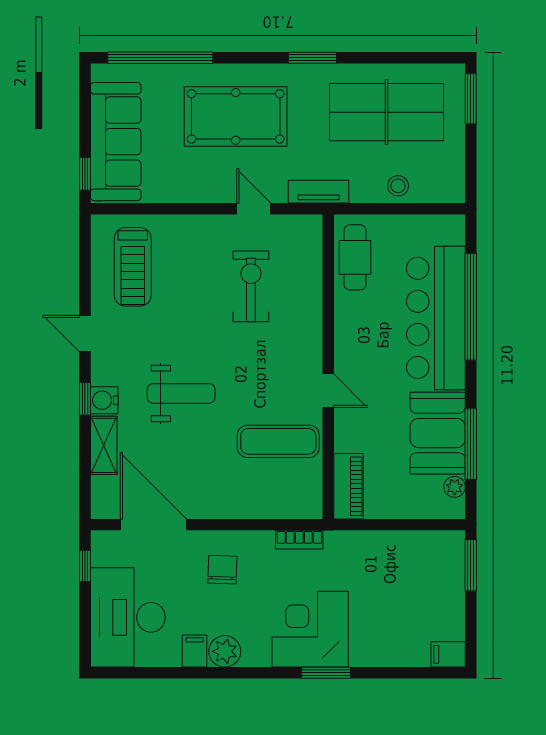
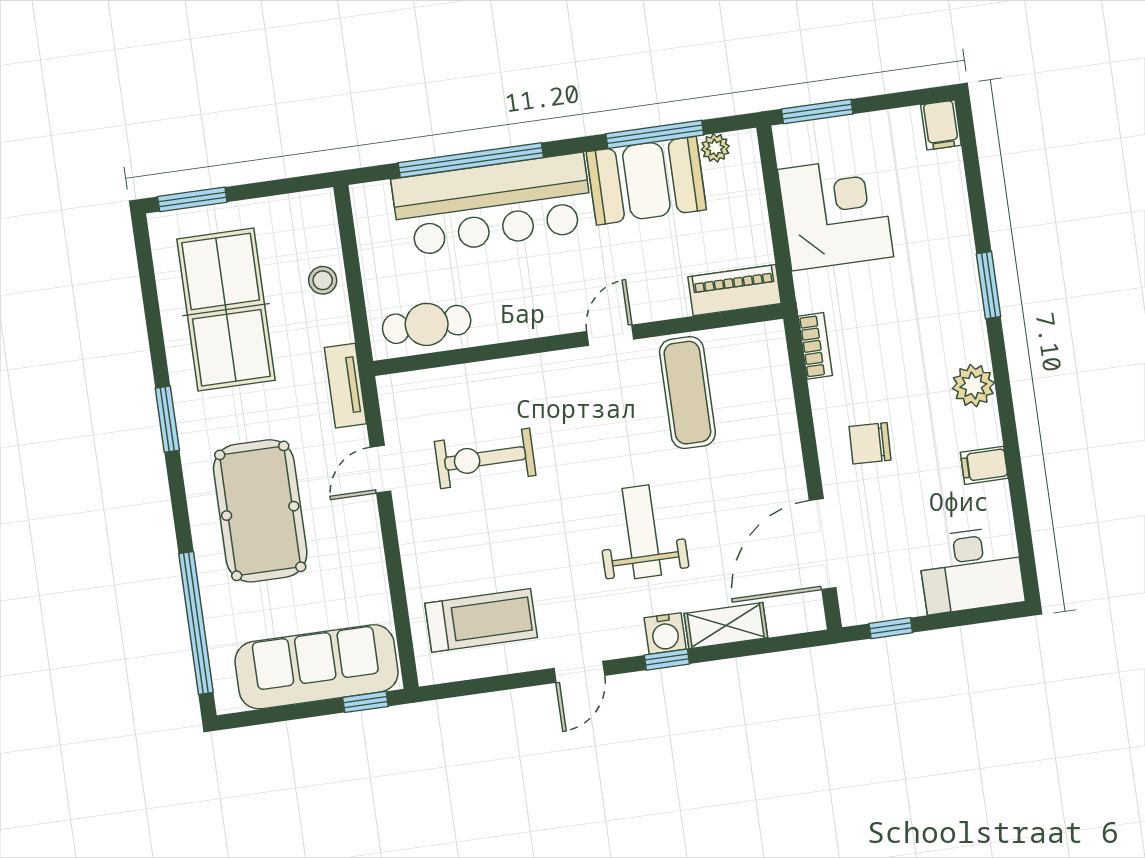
desk: (128, 617) -> (971, 570), width x0.73, depth x0.77
corner desk: (310, 629) -> (836, 213), moved, turned 180
plant: (225, 651) -> (973, 386), moved

